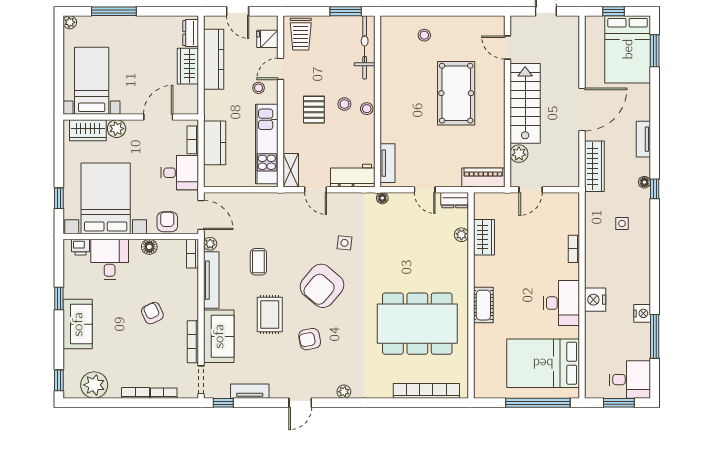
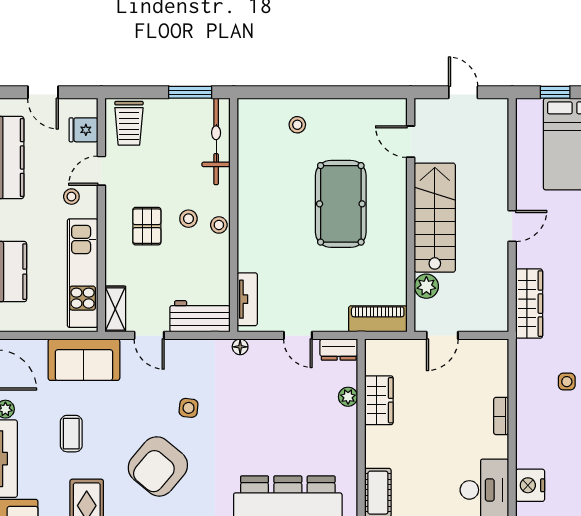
door: (582, 109) -> (512, 226), width x0.53
sofa: (268, 207) -> (84, 360), added

